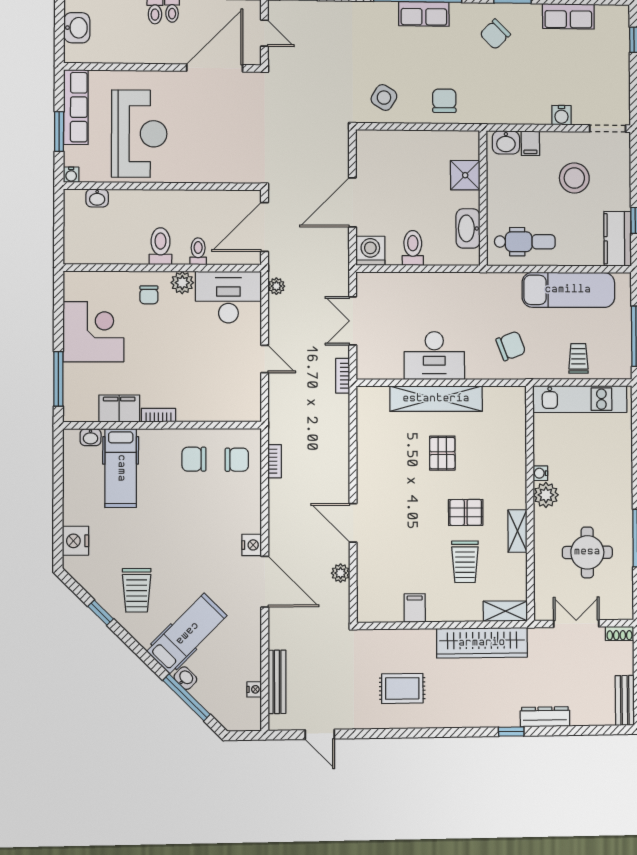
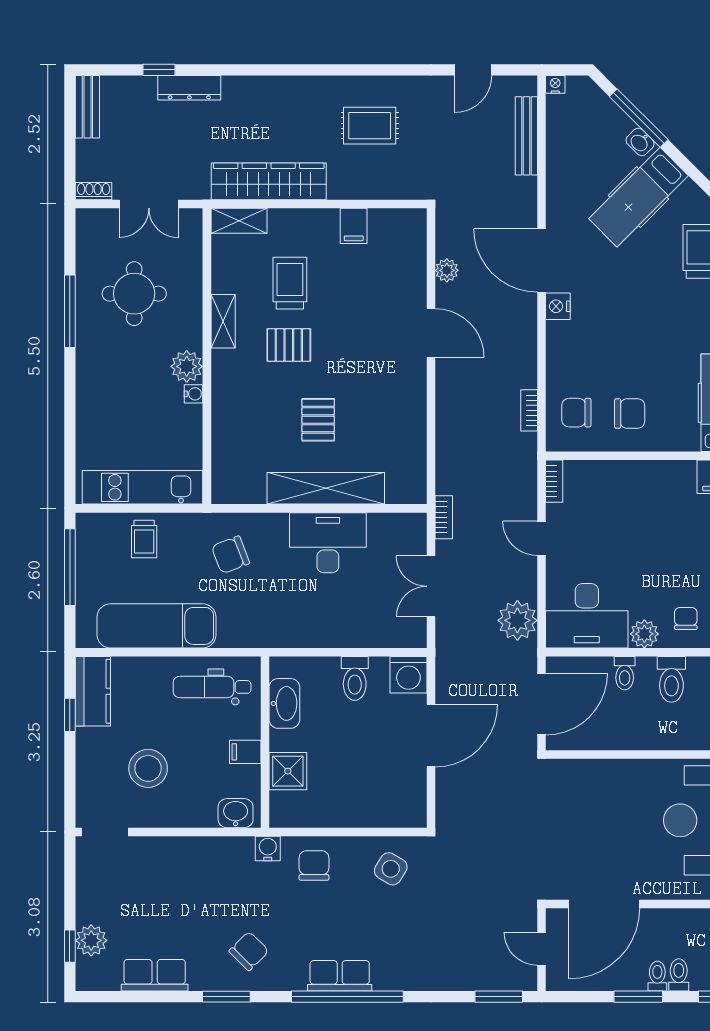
plant: (618, 44) -> (91, 940), added
chair: (444, 101) -> (314, 865), turned 180
water cooler: (561, 115) -> (268, 849), moved
filing cabinet: (530, 143) -> (245, 752), moved, turned -90
plant: (276, 286) -> (517, 620), width x1.88, depth x1.88
double door: (353, 321) -> (431, 586), swing flipped
bookcase: (158, 415) -> (554, 481), moved, turned -90
nightstand: (254, 689) -> (555, 84), moved, turned 90
window: (511, 732) -> (159, 70), moved
door: (320, 734) -> (473, 70), swing flipped

